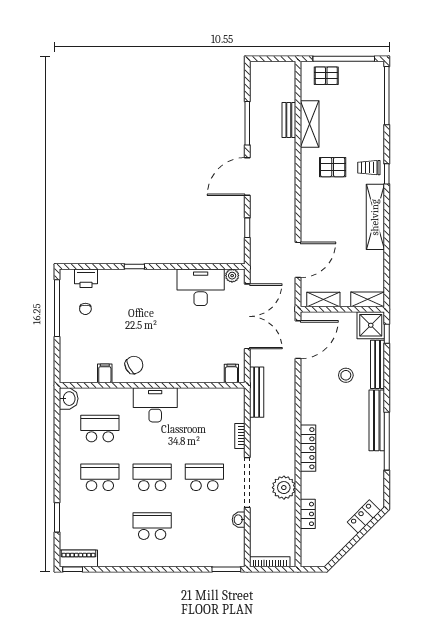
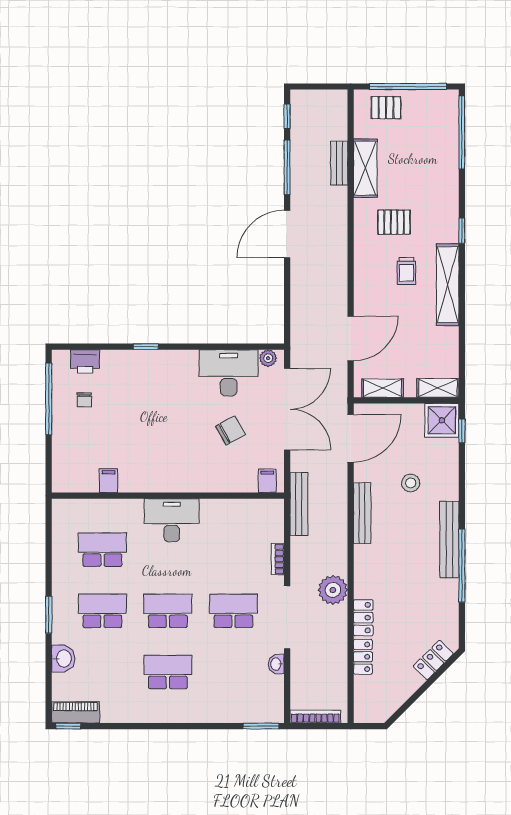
trolley: (369, 168) -> (406, 271), moved, turned -90
window: (247, 228) -> (287, 116), moved
bench: (378, 364) -> (362, 513), moved
chair: (134, 365) -> (230, 430), moved
washbasin: (69, 399) -> (63, 659), moved
locker: (308, 448) -> (363, 618), moved, width x0.66
plant: (284, 488) -> (333, 590), moved
window: (57, 517) -> (49, 615), moved

